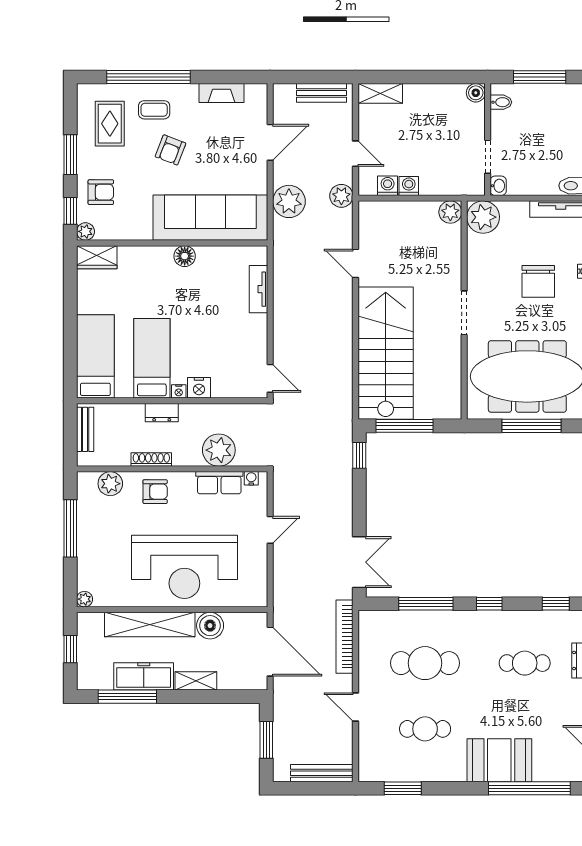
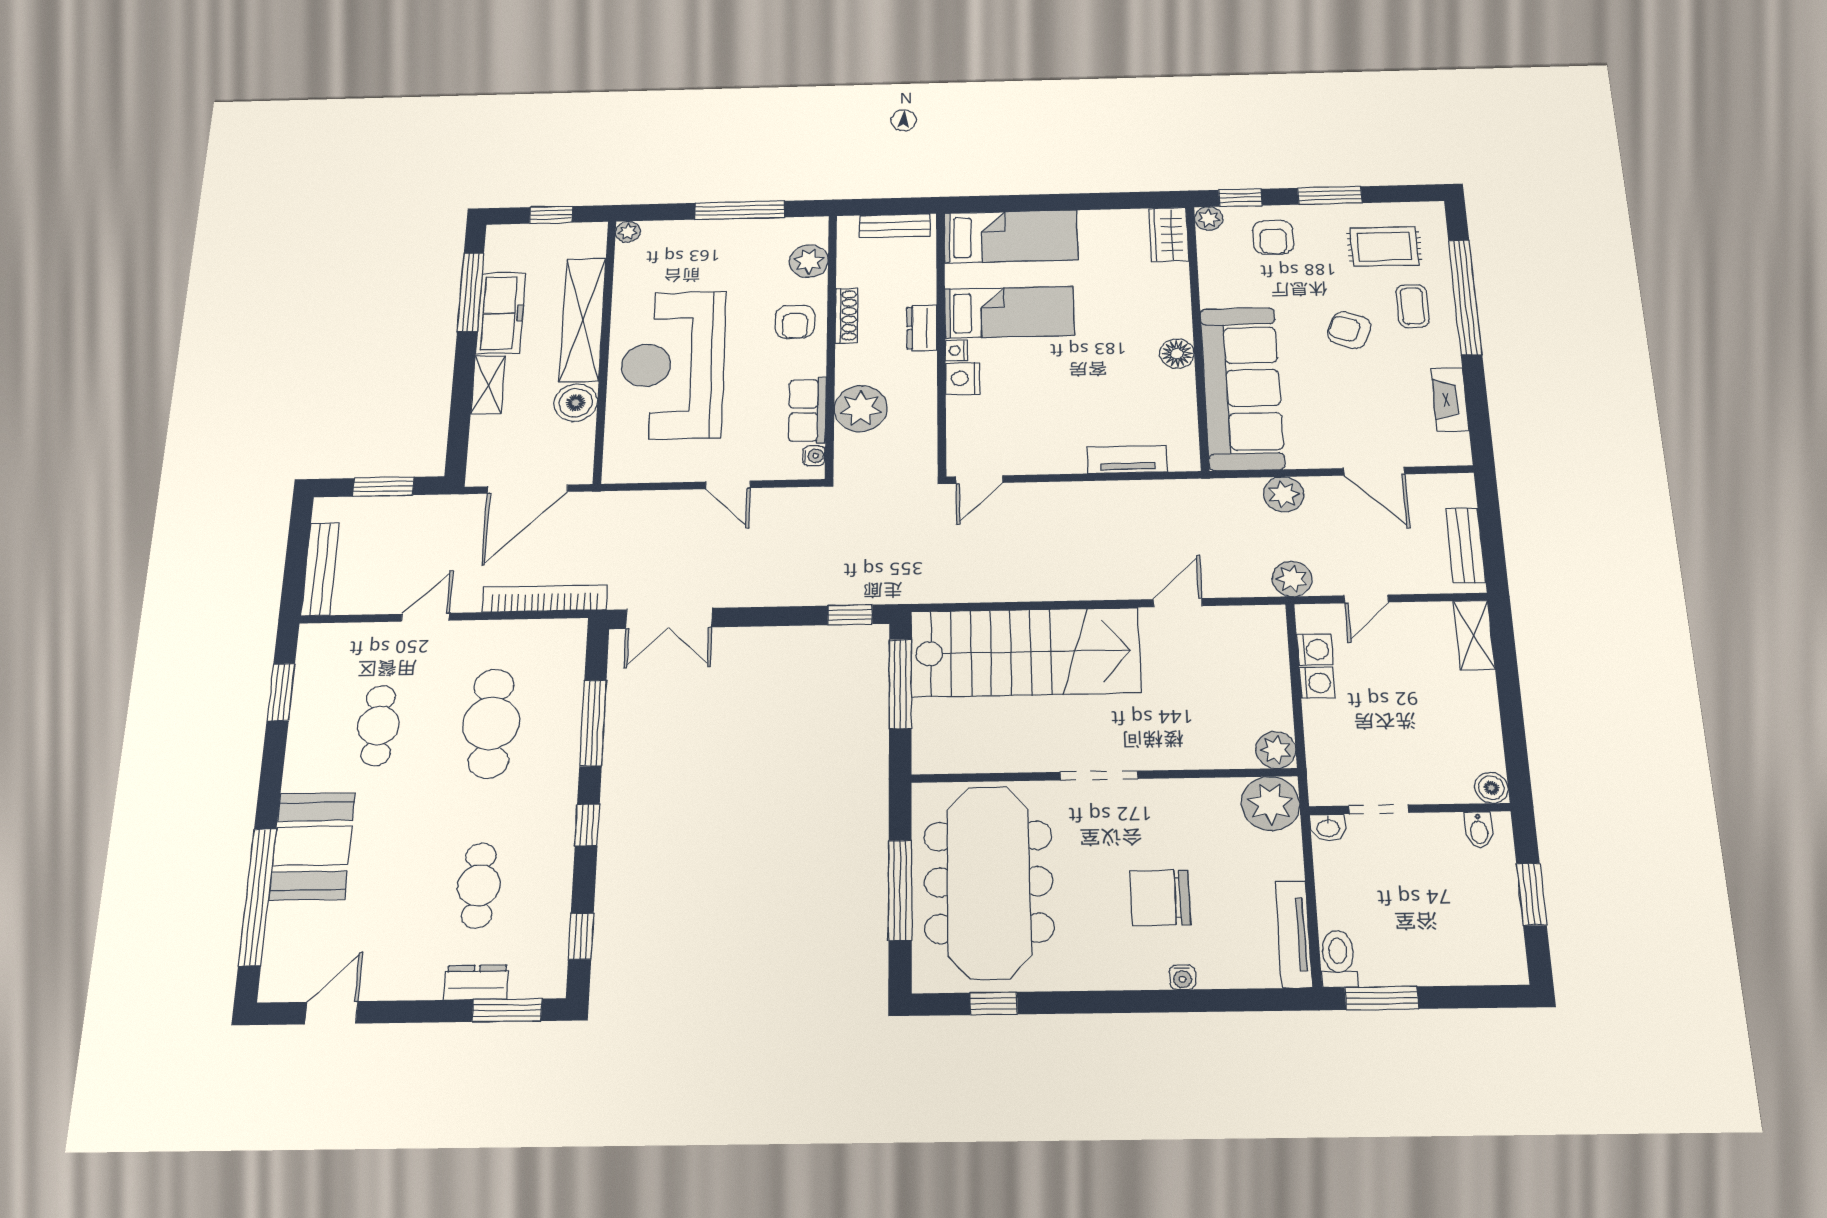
window: (540, 77) -> (1531, 894), width x0.69
plant: (289, 201) -> (1284, 494), width x0.73, depth x0.73

